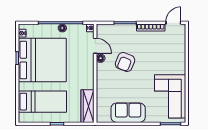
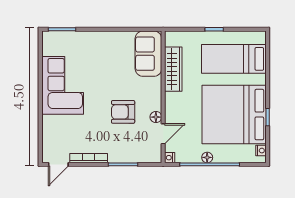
door: (95, 46) -> (163, 134), swing flipped
armchair: (125, 62) -> (123, 112), turned -112
corner sofa: (170, 96) -> (63, 85), moved
wardrobe: (88, 106) -> (173, 69), moved
sofa: (128, 113) -> (148, 54), moved, turned 90

